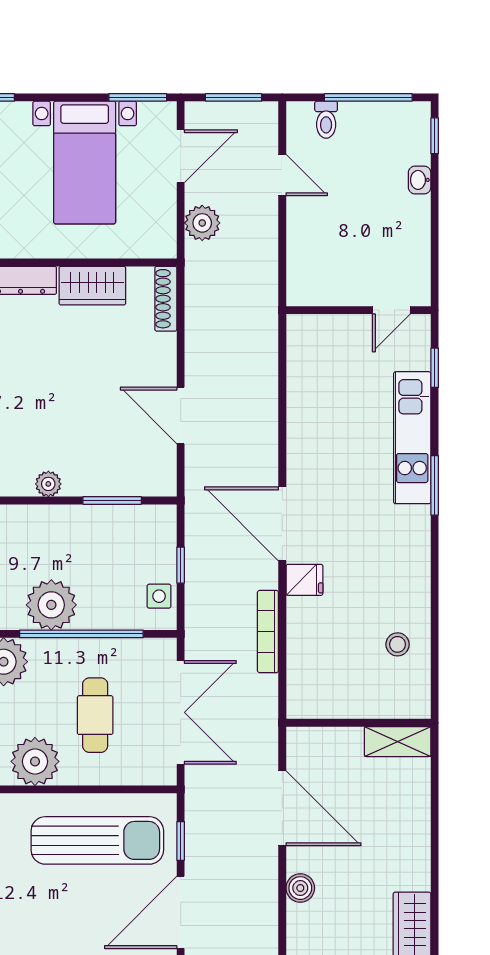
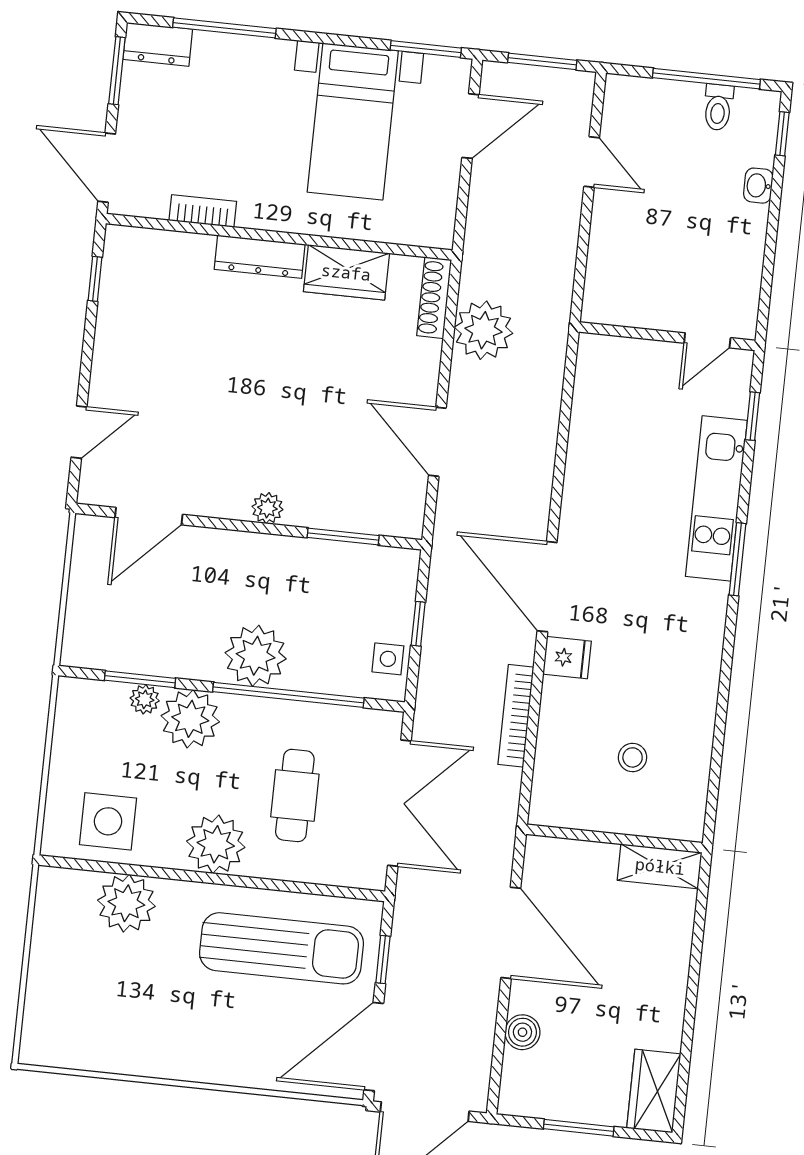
toilet: (326, 120) -> (718, 107), moved
plant: (202, 223) -> (483, 330), moved, width x1.36, depth x1.36
stool: (398, 644) -> (633, 757), moved

